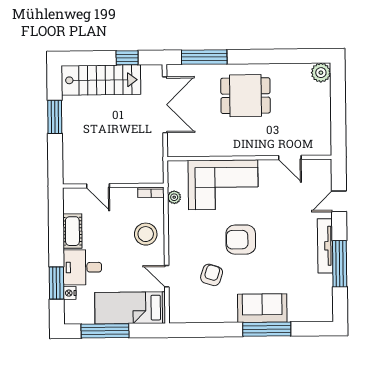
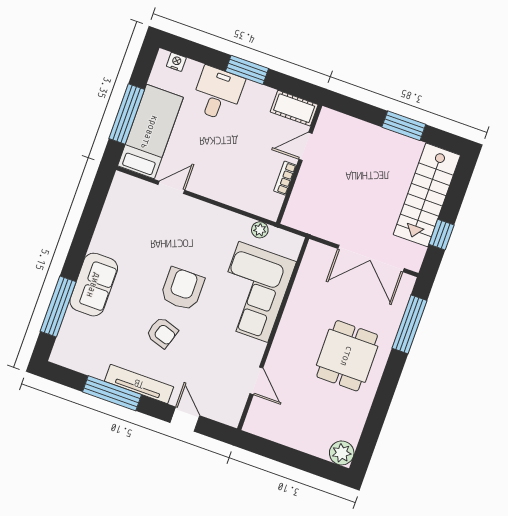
door: (290, 158) -> (256, 381), swing flipped
bookcase: (151, 192) -> (285, 178), moved
cot: (72, 231) -> (294, 108), moved
stool: (146, 234) -> (229, 181), removed
armchair: (212, 275) -> (162, 333), moved
window: (57, 283) -> (247, 70), moved
nightstand: (70, 293) -> (176, 62), moved
window: (267, 329) -> (58, 307), moved
window: (105, 331) -> (127, 114), moved

